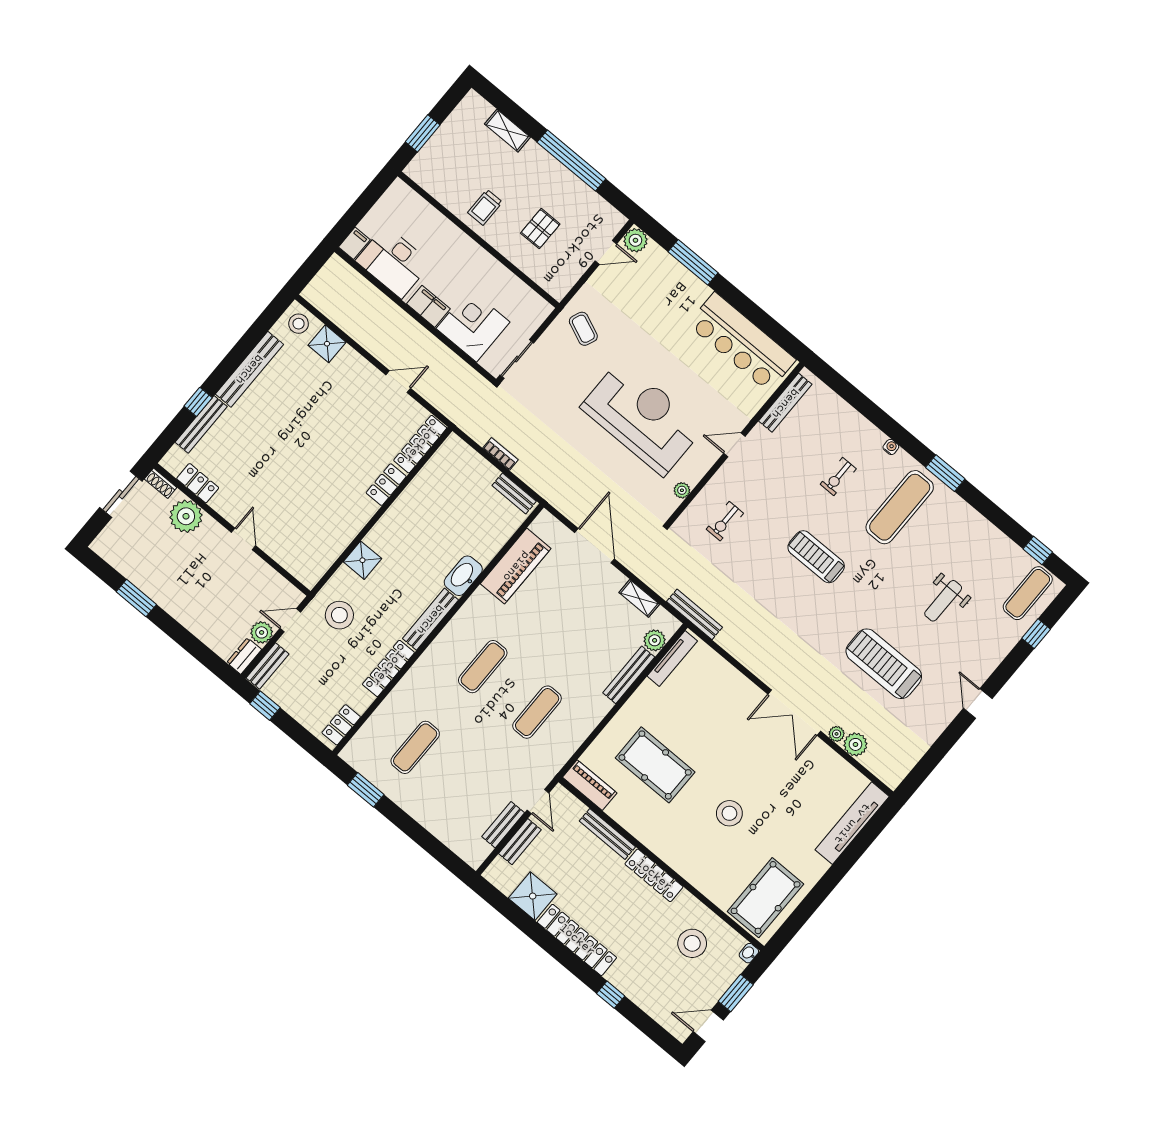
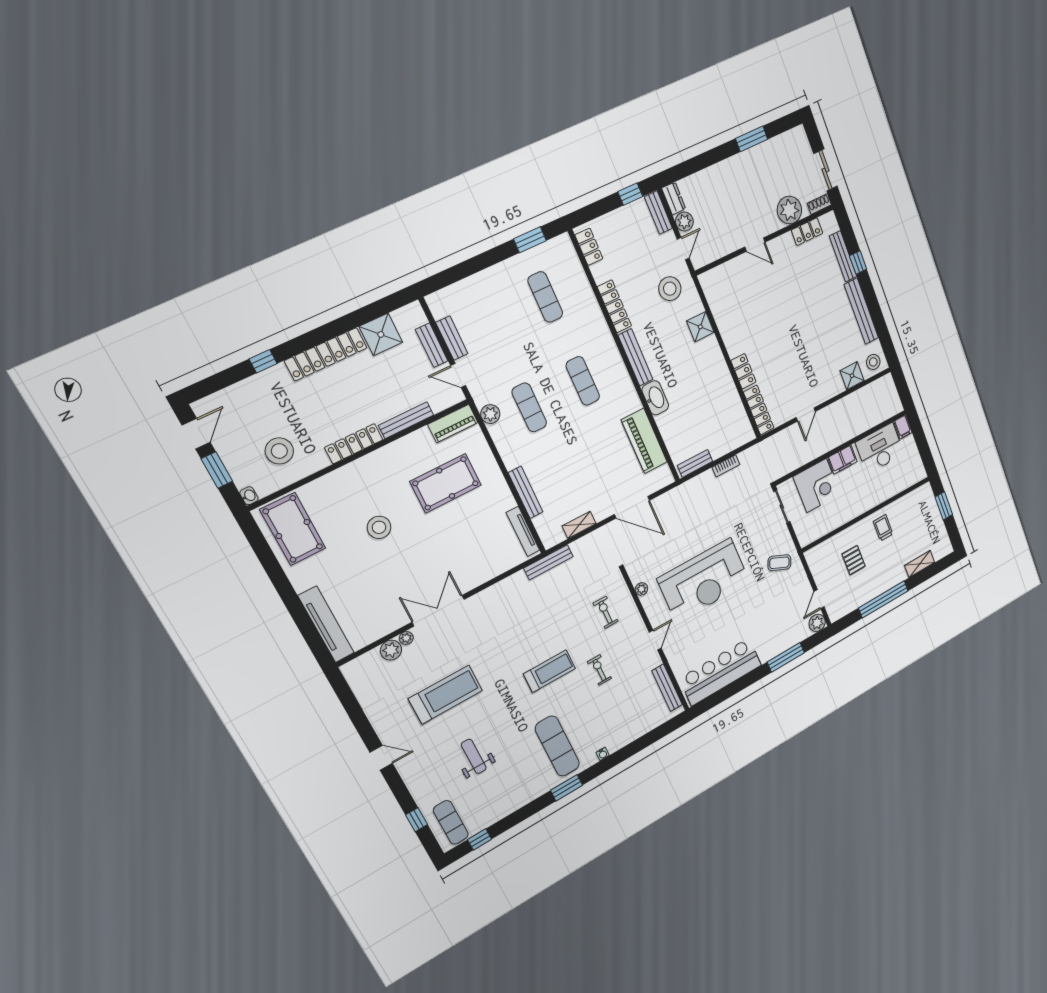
exercise bike: (838, 477) -> (599, 670), moved
plant: (655, 640) -> (490, 414), moved

